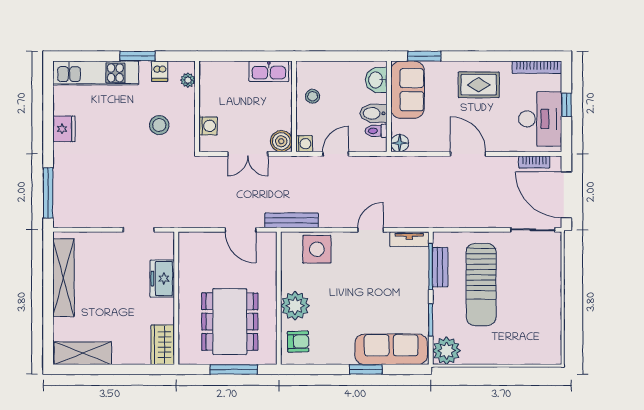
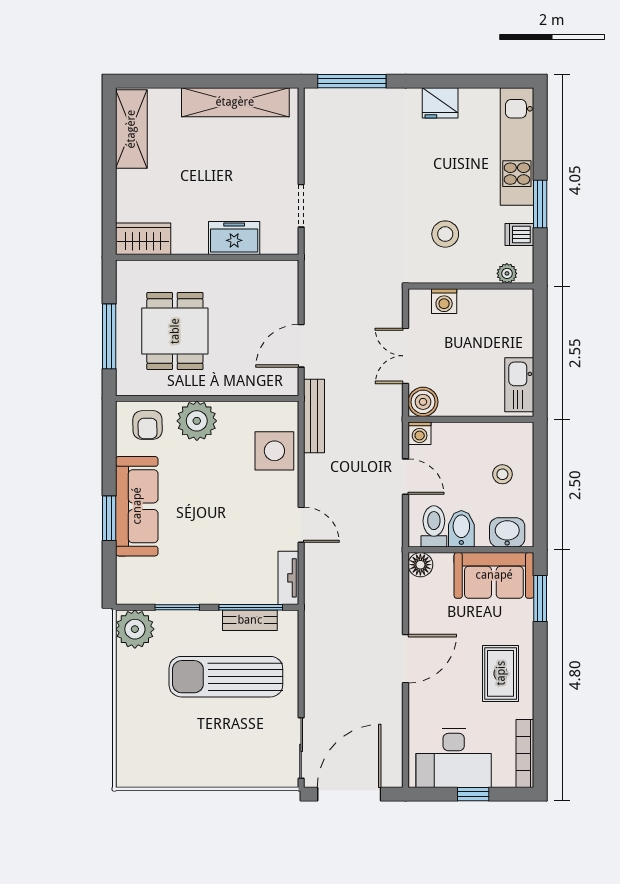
stool: (313, 96) -> (502, 474), moved
toilet: (376, 131) -> (434, 526), width x1.37, depth x1.39
bookcase: (534, 162) -> (394, 750), removed
dining table: (230, 322) -> (175, 331), width x0.73
sofa: (391, 349) -> (137, 506), moved

